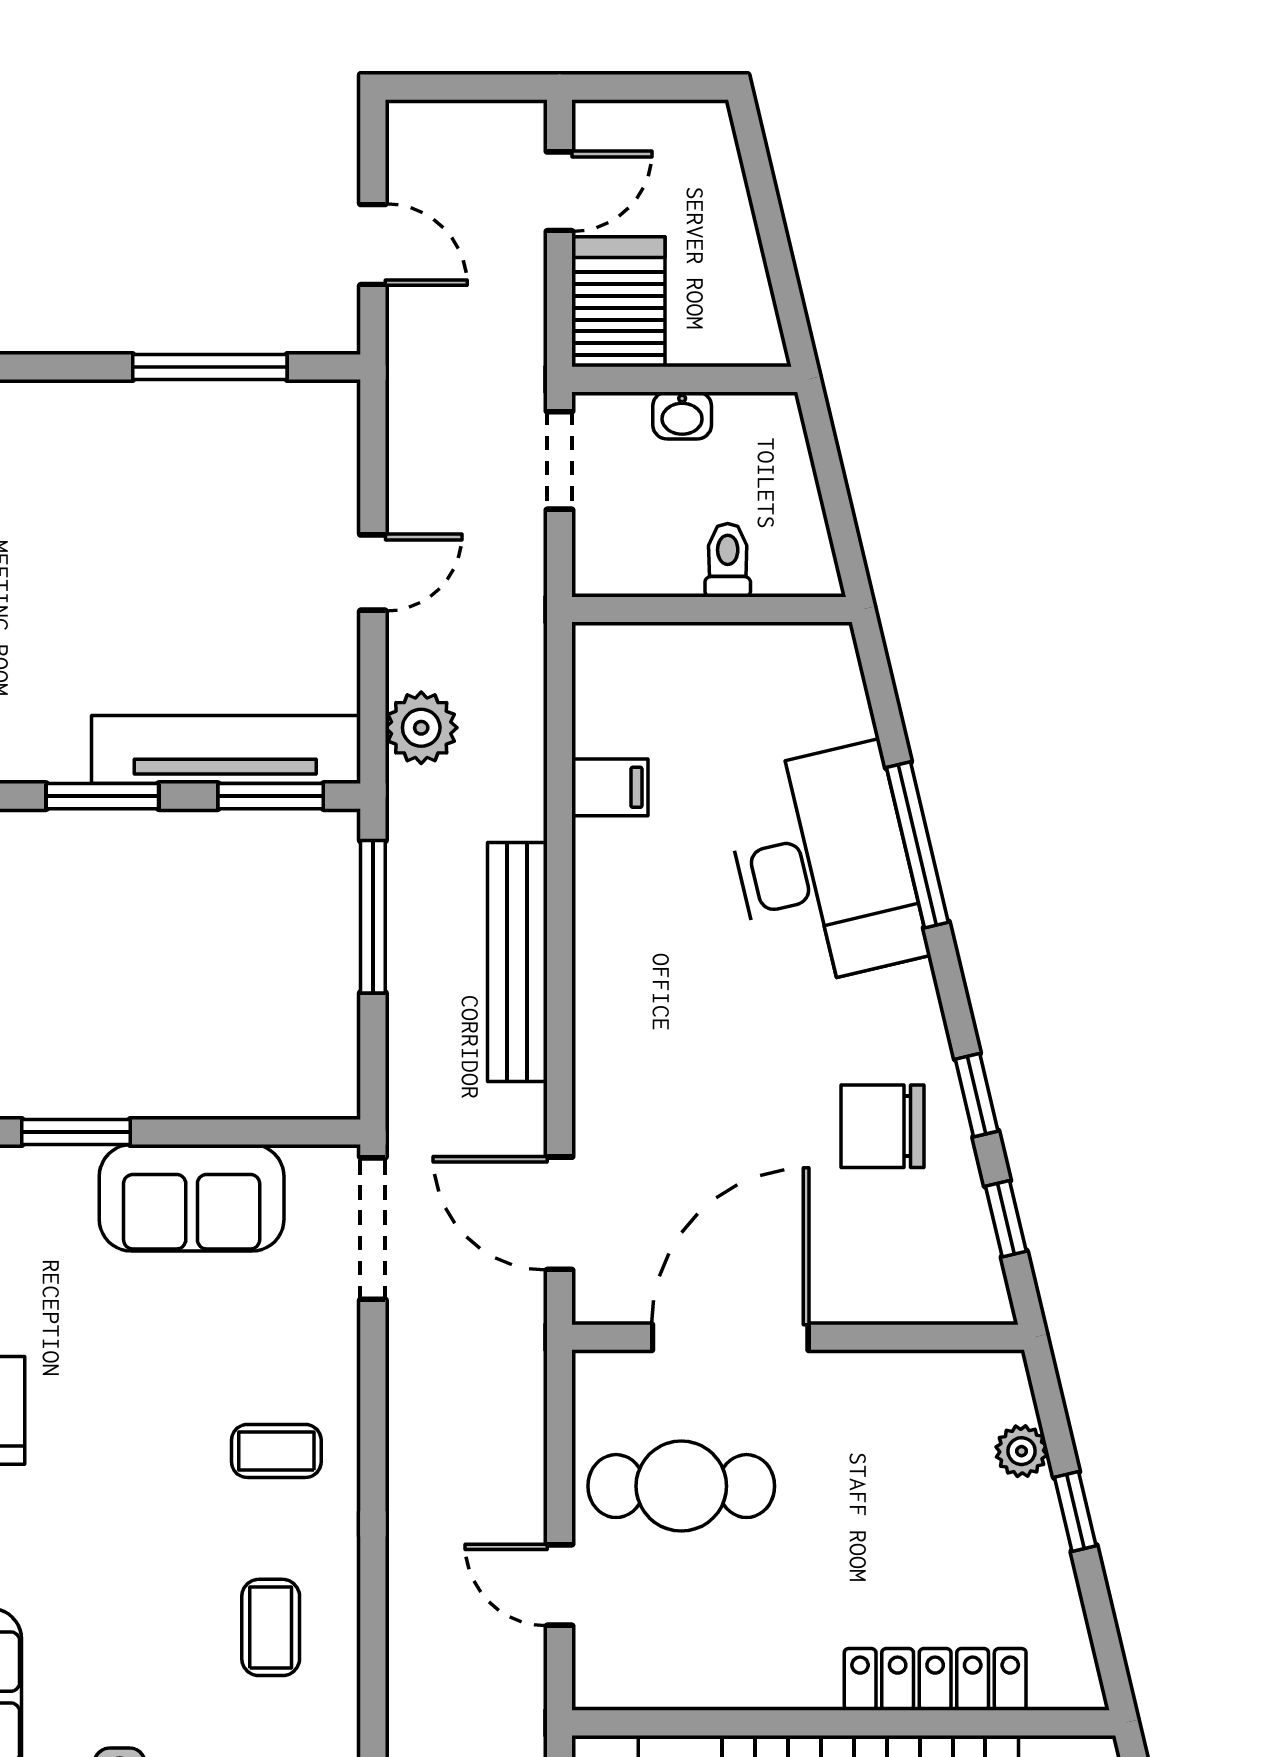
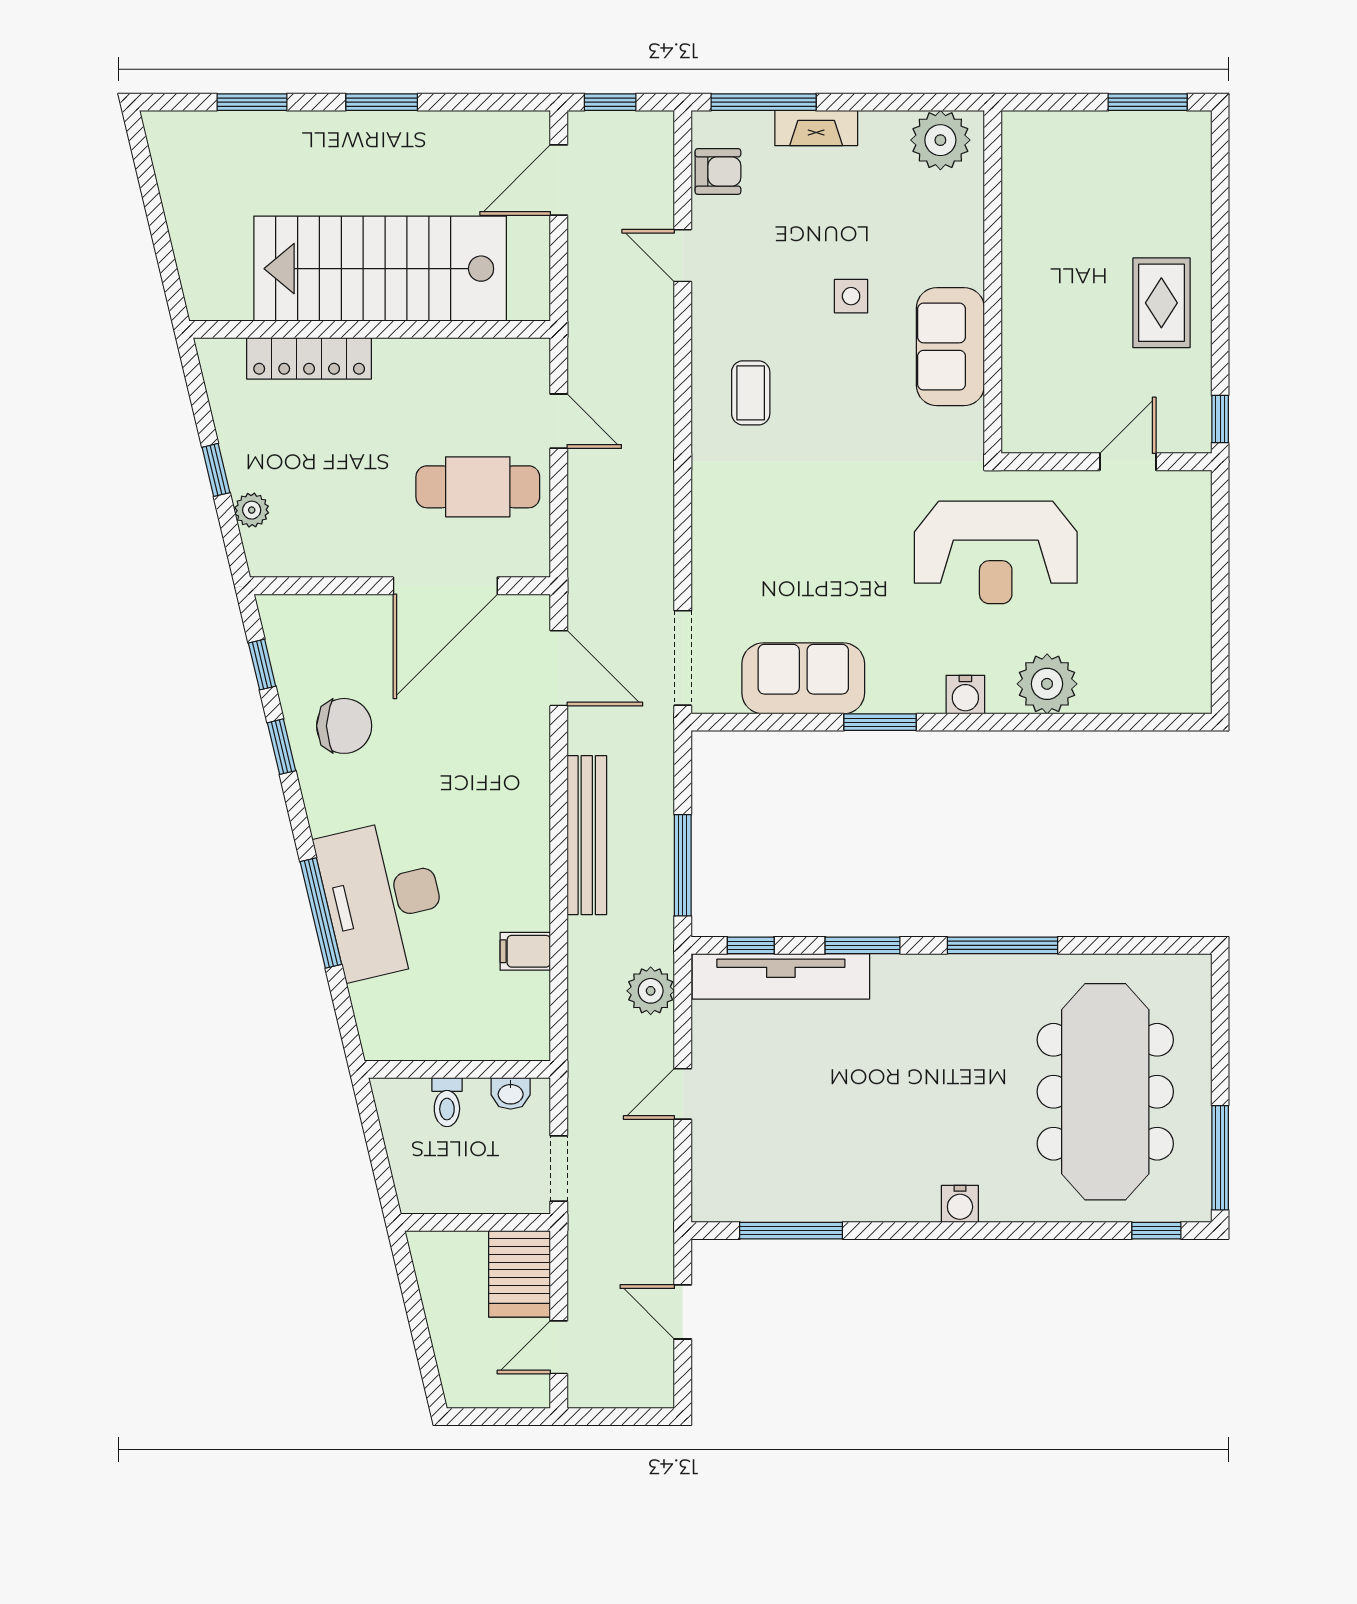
washbasin: (682, 415) -> (511, 1093), moved, turned 180
window: (271, 796) -> (751, 945), width x0.67
coffee table: (276, 1451) -> (747, 510), removed

